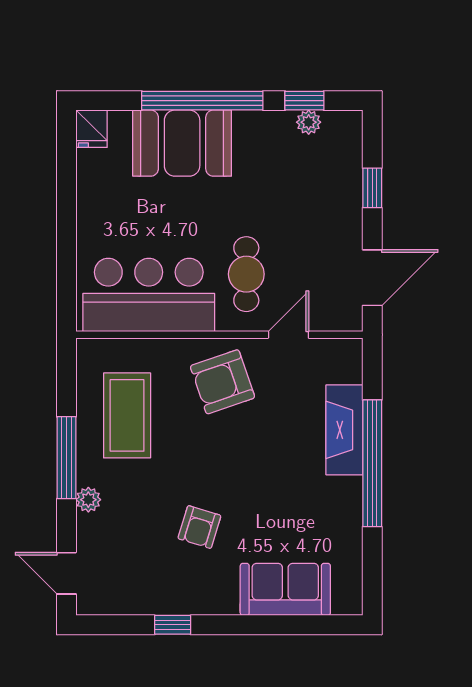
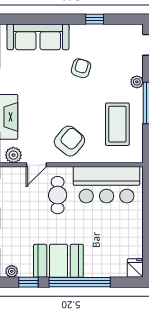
plant: (309, 122) -> (12, 271), moved
booth: (182, 143) -> (58, 261), moved
plant: (334, 354) -> (13, 155), added
armchair: (223, 382) -> (69, 141), turned -31
sofa: (285, 589) -> (38, 37), width x1.36

